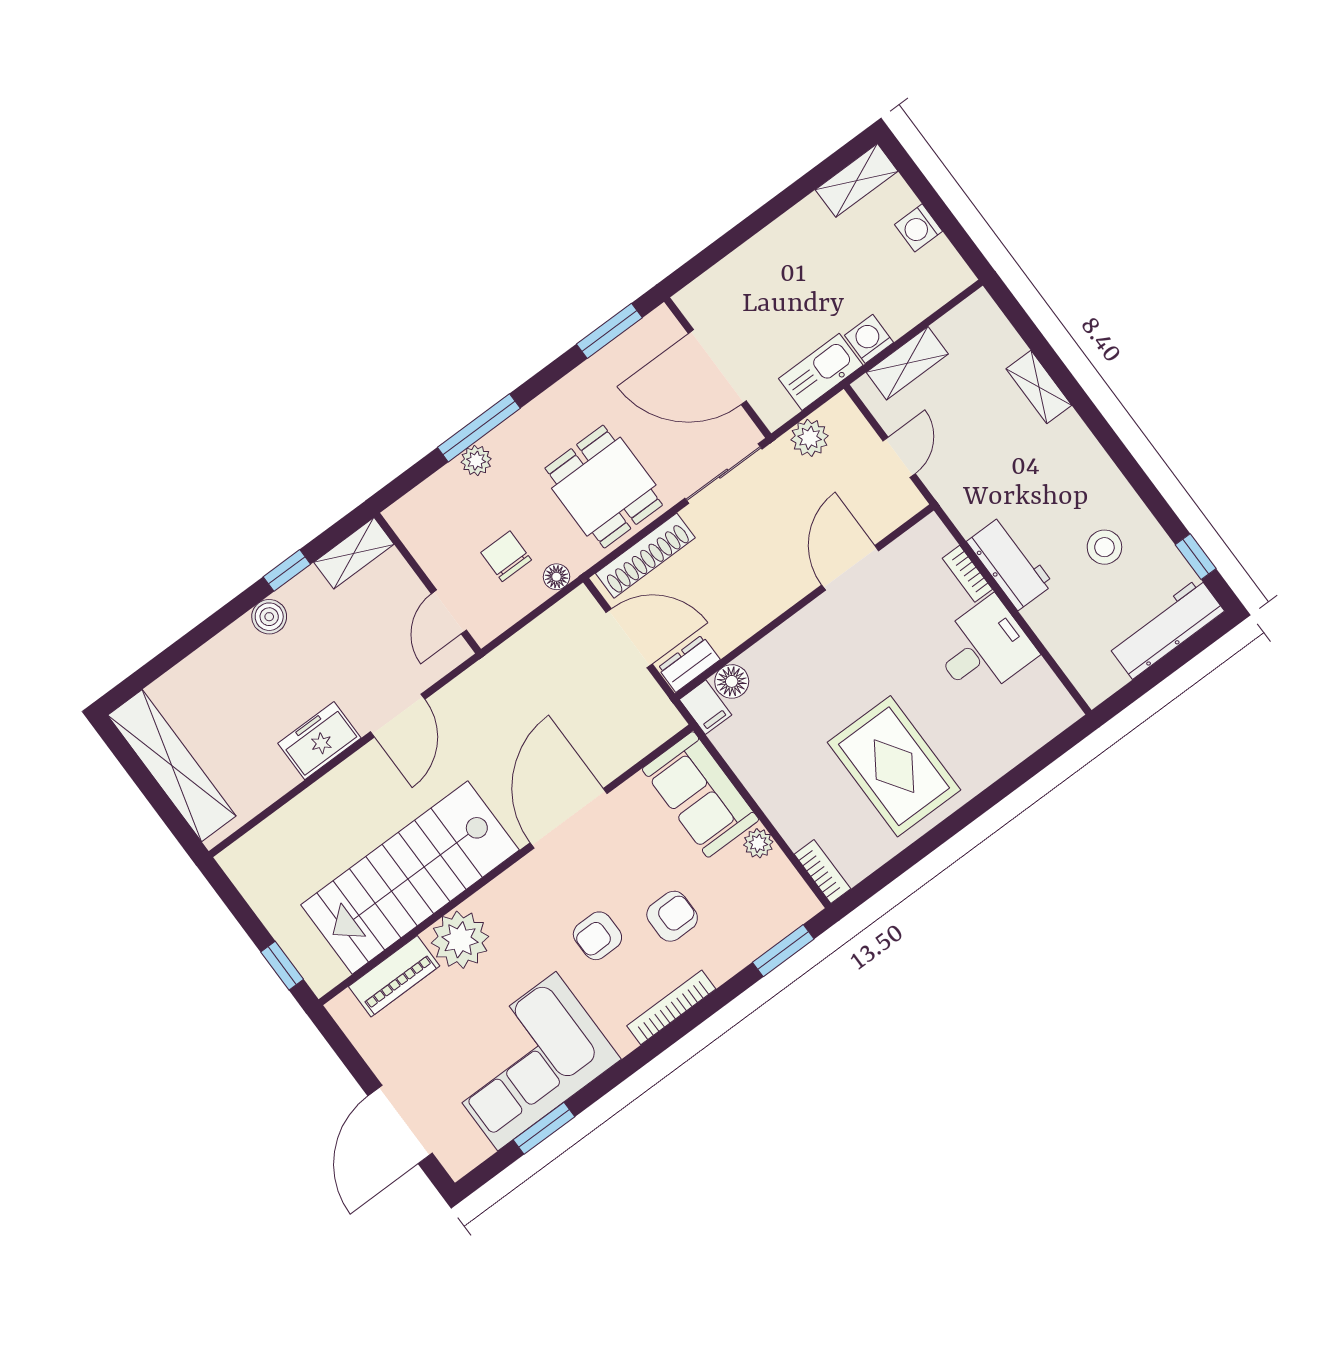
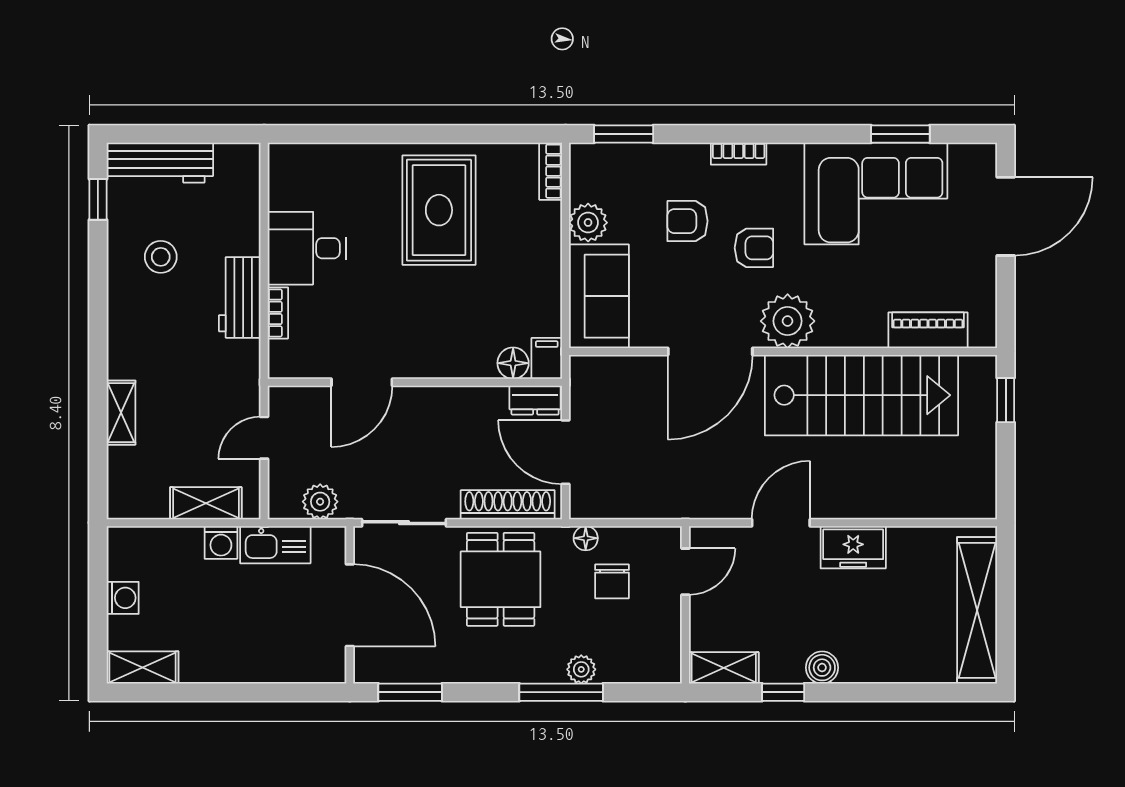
plant: (758, 843) -> (588, 223), width x1.38, depth x1.38
plant: (460, 940) -> (788, 321), moved
bookcase: (671, 1007) -> (739, 154), width x0.64

